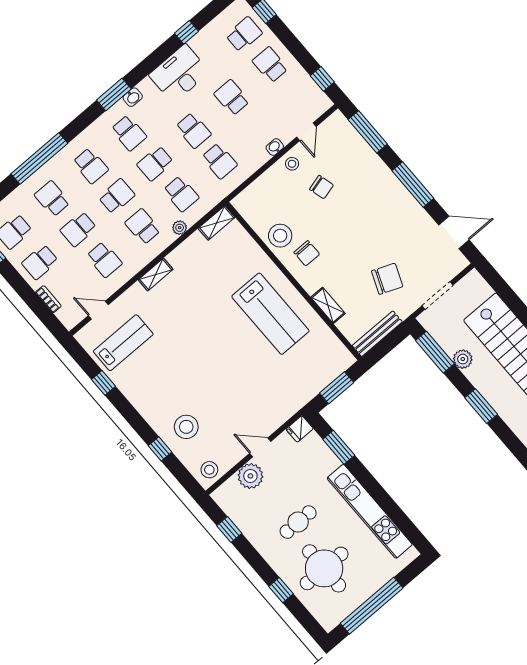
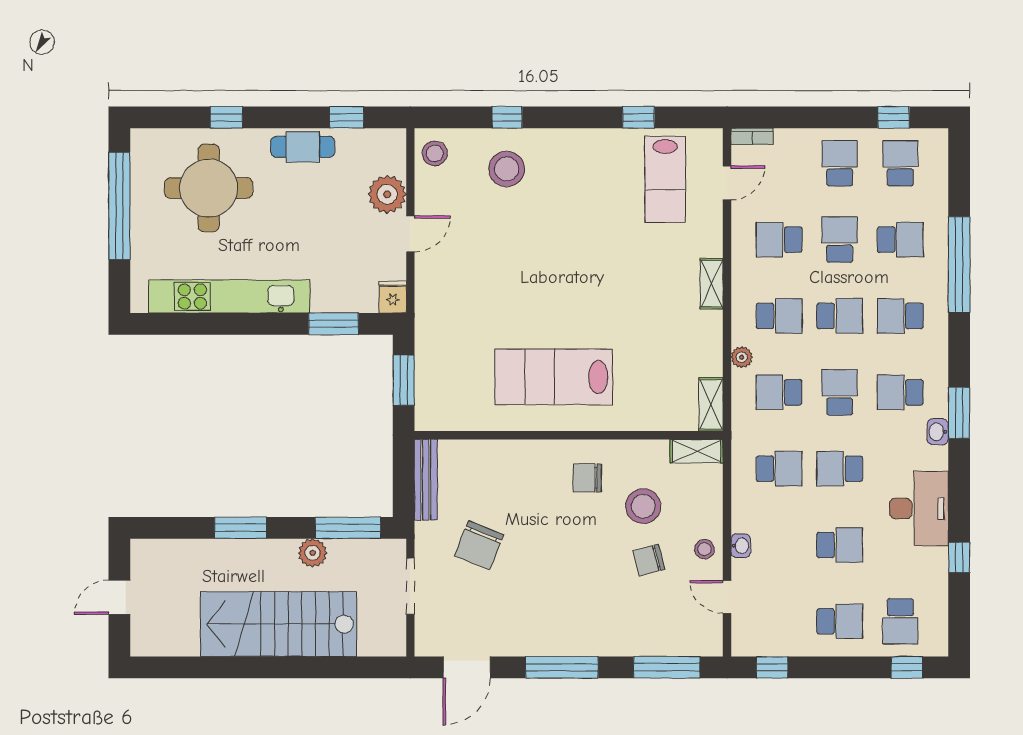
school desk: (219, 161) -> (779, 469), turned 180
school desk: (117, 196) -> (840, 316), turned -90
stool: (280, 236) -> (643, 506), moved
bookcase: (48, 299) -> (752, 136), moved
shelving: (328, 305) -> (697, 451), moved
cafe table: (298, 522) -> (303, 147), moved, turned 90

